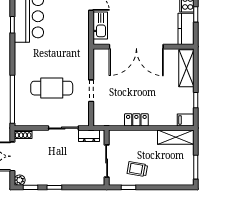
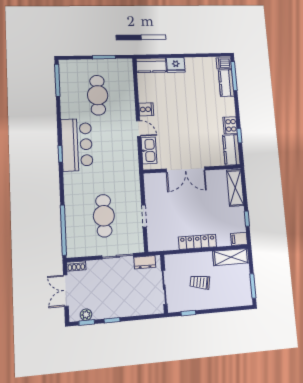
double door: (136, 47) -> (186, 169), width x0.73
cafe table: (52, 88) -> (104, 216), turned 90
locker: (136, 120) -> (197, 242), width x1.53
trolley: (137, 169) -> (200, 282), moved
plant: (20, 180) -> (86, 315), moved

